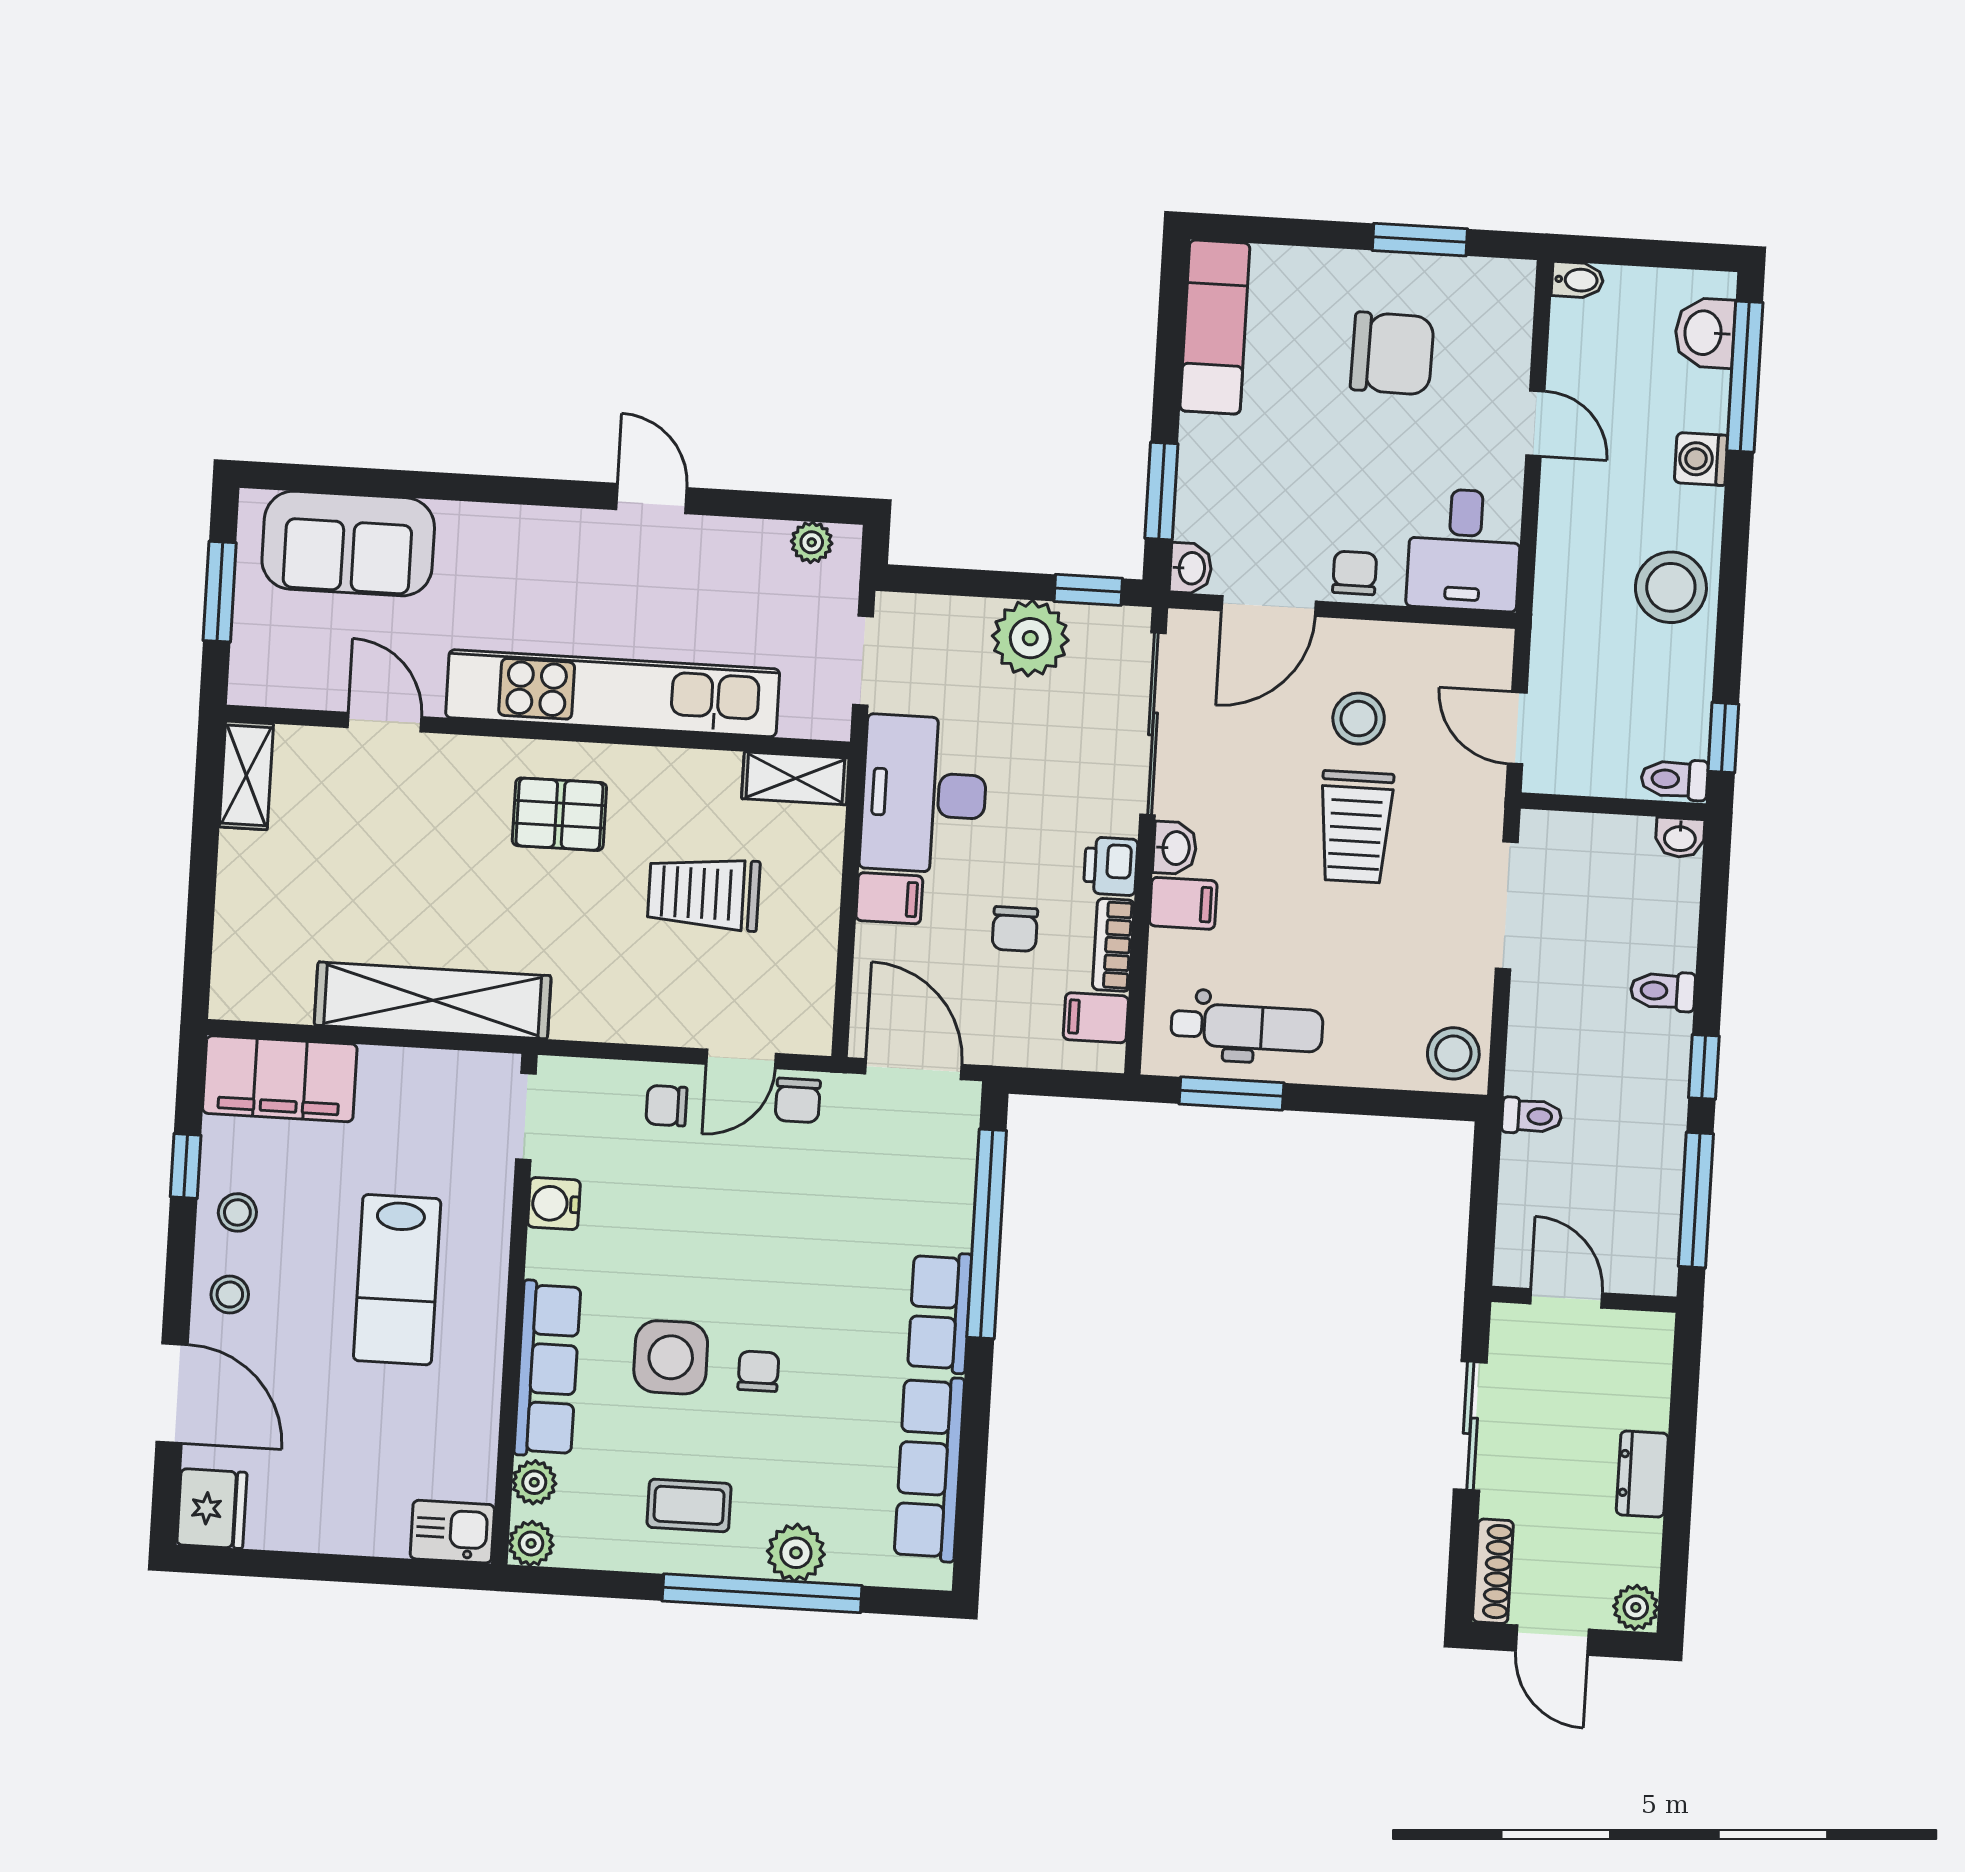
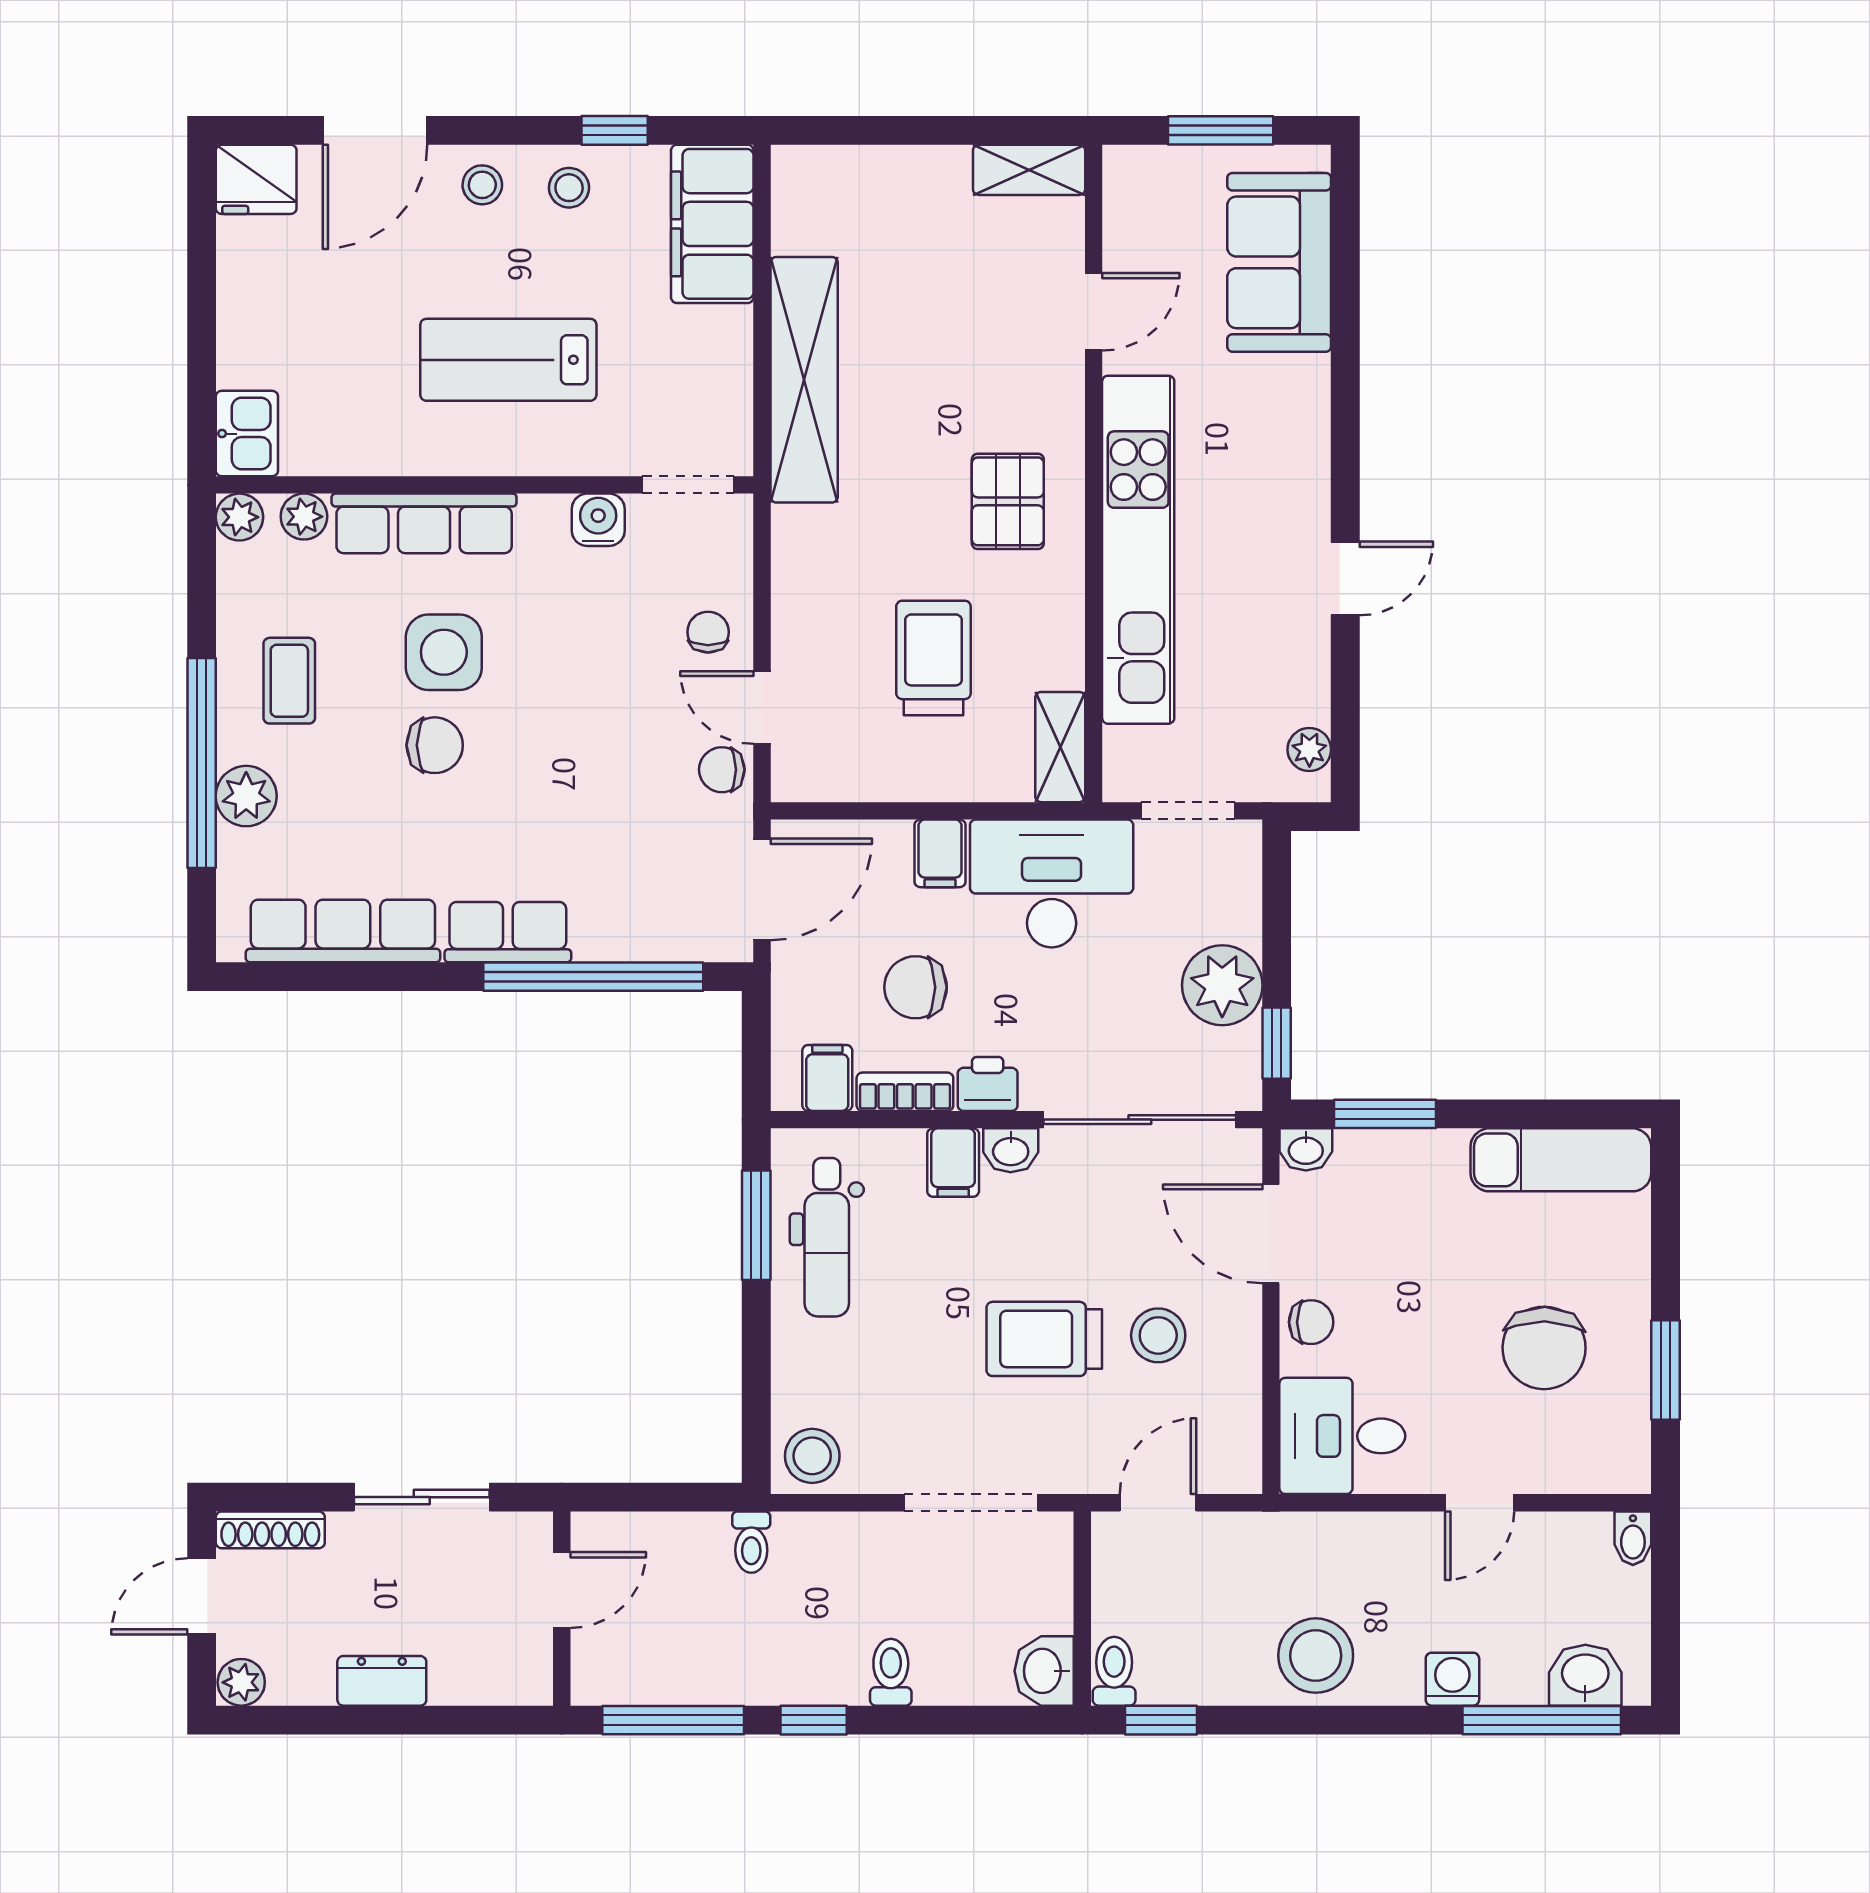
washbasin: (1680, 838) -> (1044, 1671), width x1.38, depth x1.45
chair: (1015, 929) -> (916, 987), width x1.37, depth x1.37
chair: (758, 1371) -> (435, 745), width x1.37, depth x1.37

